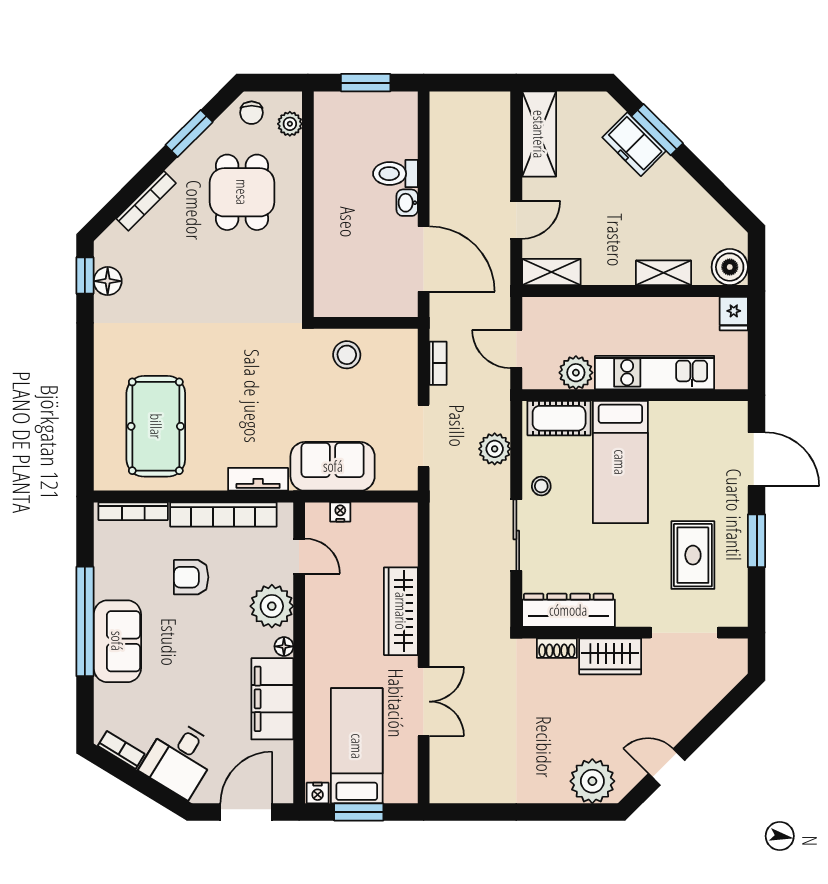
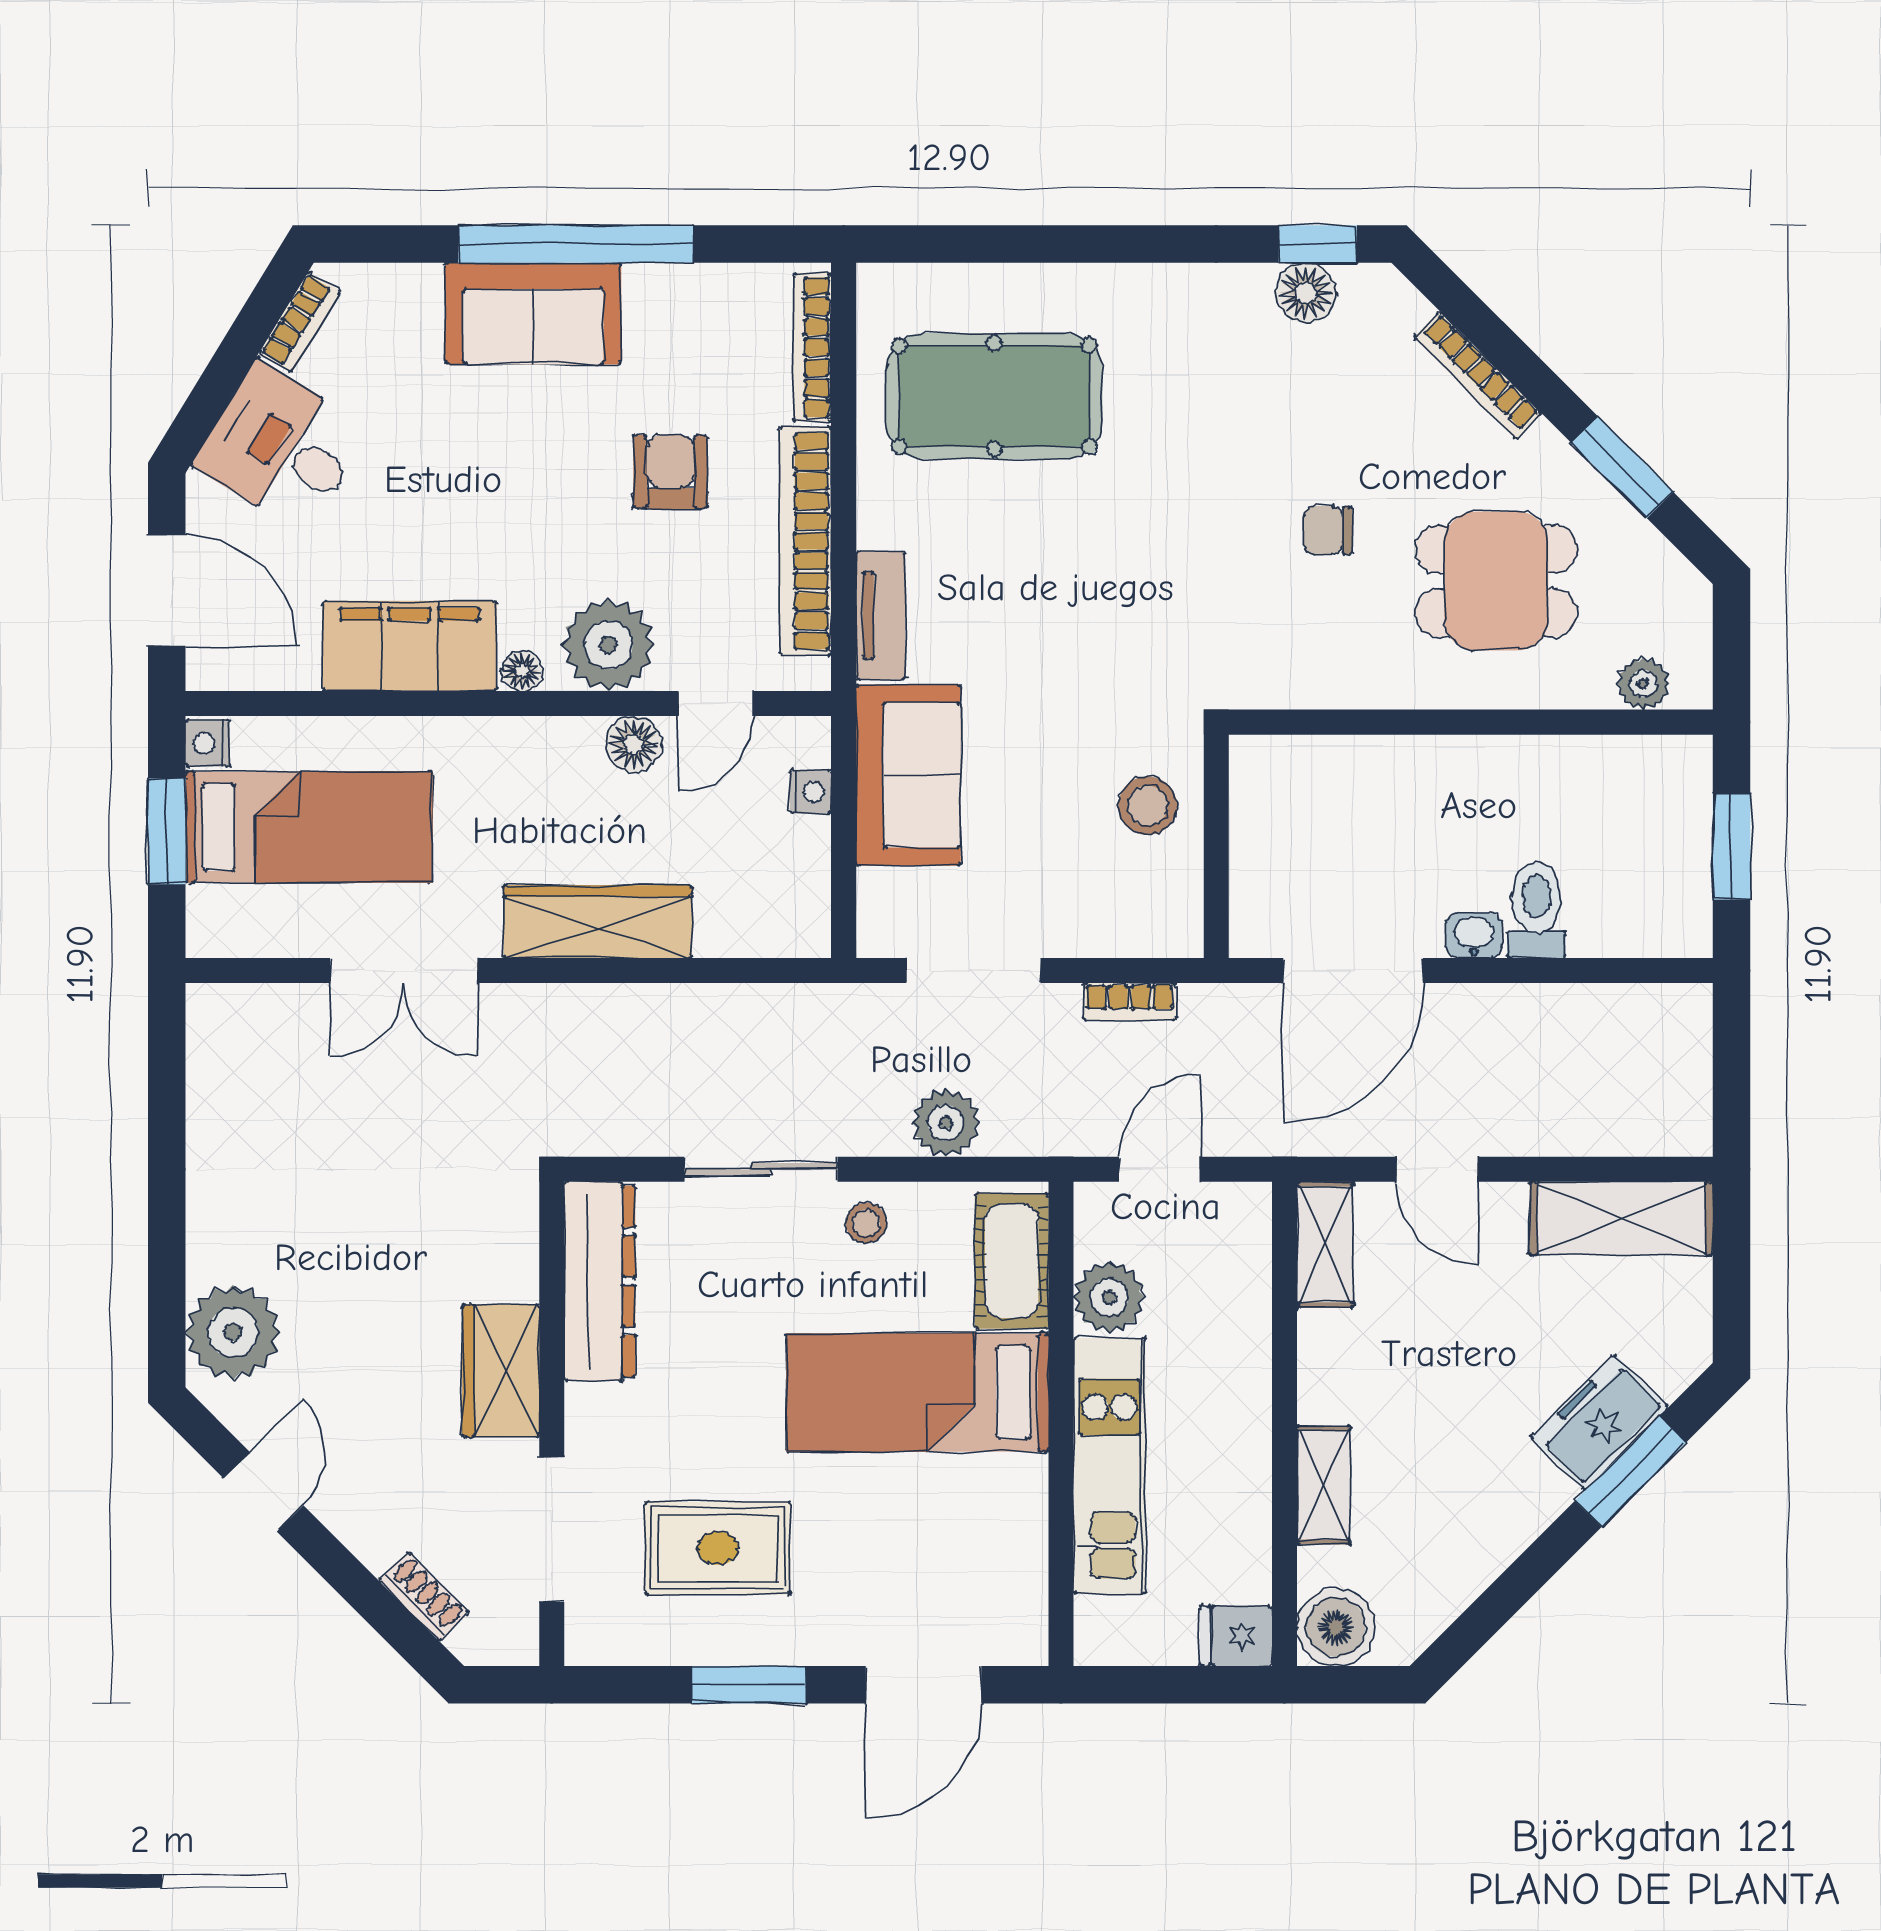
chair: (252, 113) -> (1328, 530), moved
floor lamp: (318, 594) -> (634, 744), added
shoe rack: (557, 648) -> (424, 1597), moved, turned 135

